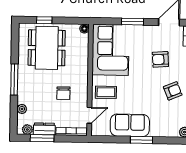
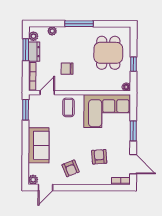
window: (44, 20) -> (133, 64), moved
dining table: (47, 48) -> (108, 53), width x0.73
door: (89, 115) -> (47, 93), swing flipped
sofa: (130, 125) -> (39, 145), moved
window: (142, 140) -> (26, 110), moved

